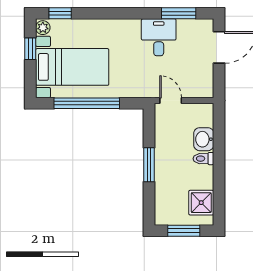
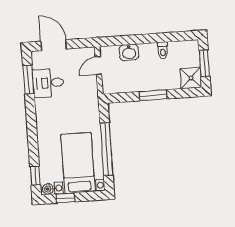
desk: (159, 37) -> (48, 83), moved
door: (171, 100) -> (98, 66), moved
toilet: (203, 159) -> (163, 50), moved
shower: (201, 203) -> (191, 78), moved

